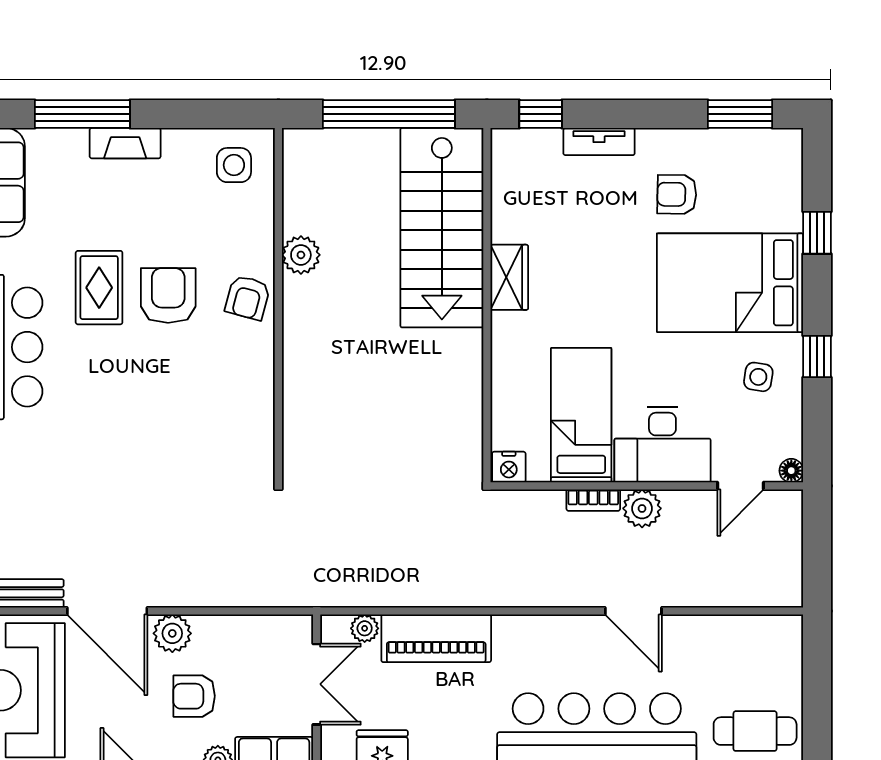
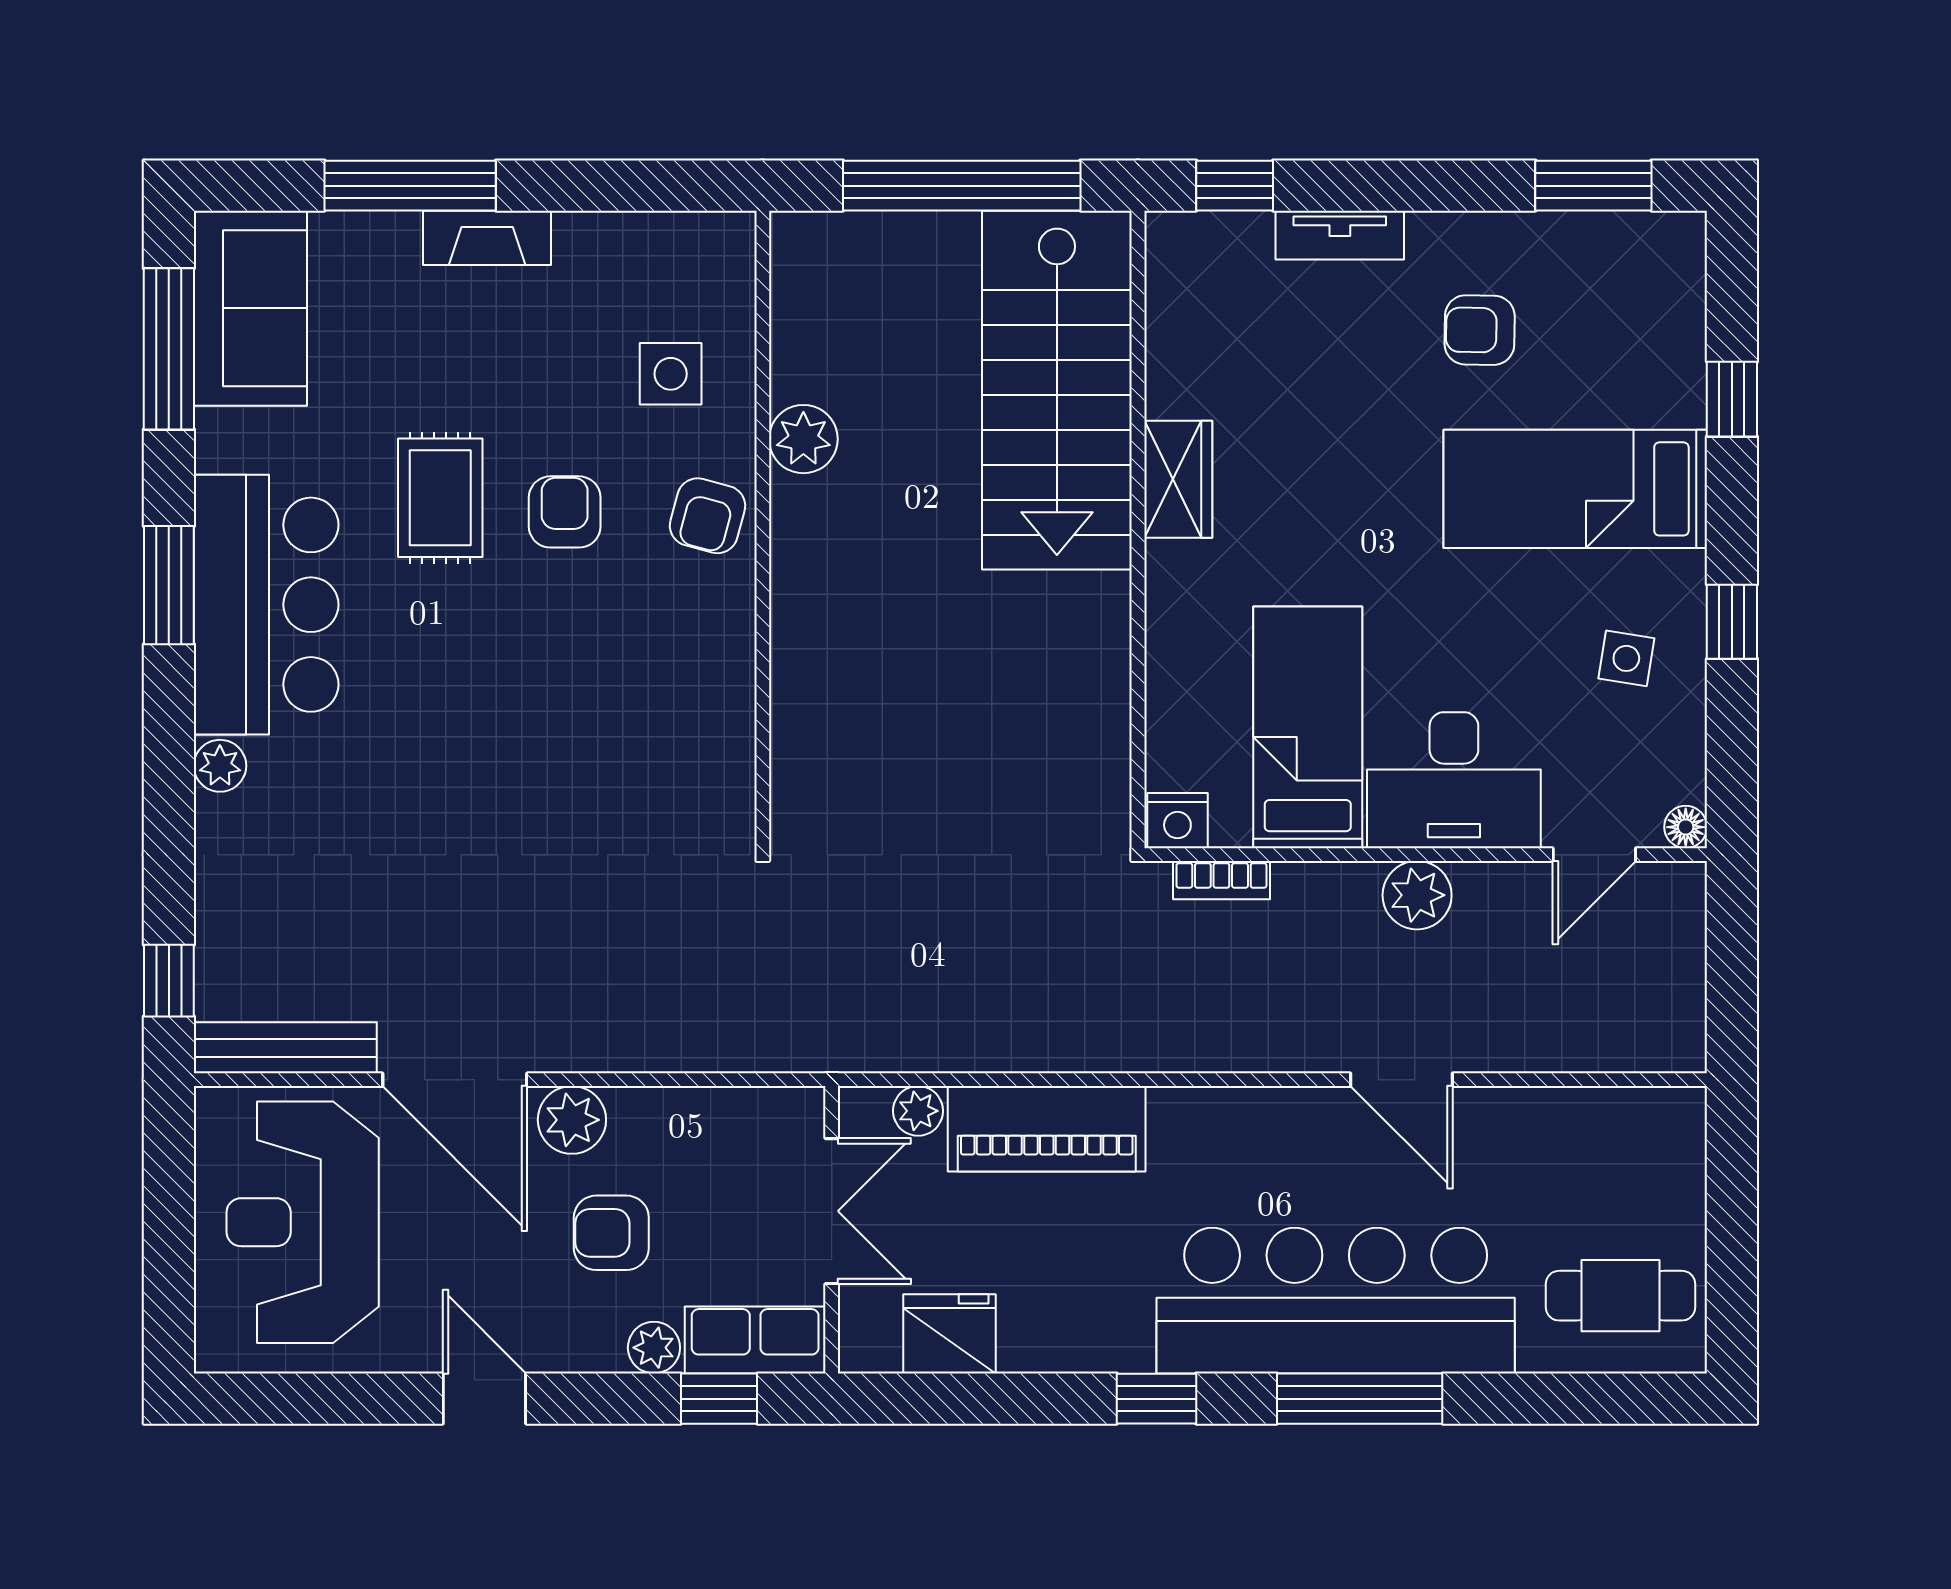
side table: (234, 165) -> (671, 374), moved
bed: (730, 283) -> (1575, 489), width x0.67
armchair: (168, 295) -> (565, 512), width x0.72, depth x0.72
bookcase: (593, 500) -> (1221, 880), moved

